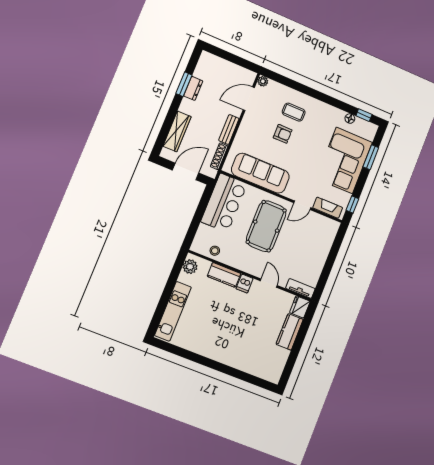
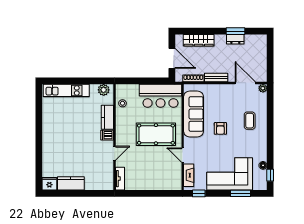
armchair: (283, 134) -> (220, 128), moved
fridge: (300, 307) -> (49, 184), moved
kitchen counter: (290, 332) -> (71, 183), moved

